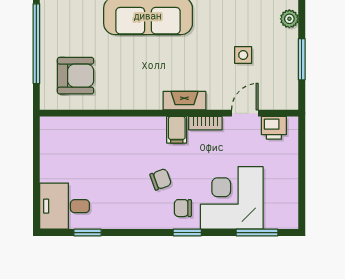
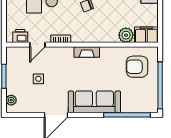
fireplace: (184, 101) -> (87, 52), moved
plant: (94, 129) -> (126, 35), added
filing cabinet: (177, 130) -> (146, 35), moved, width x2.00

